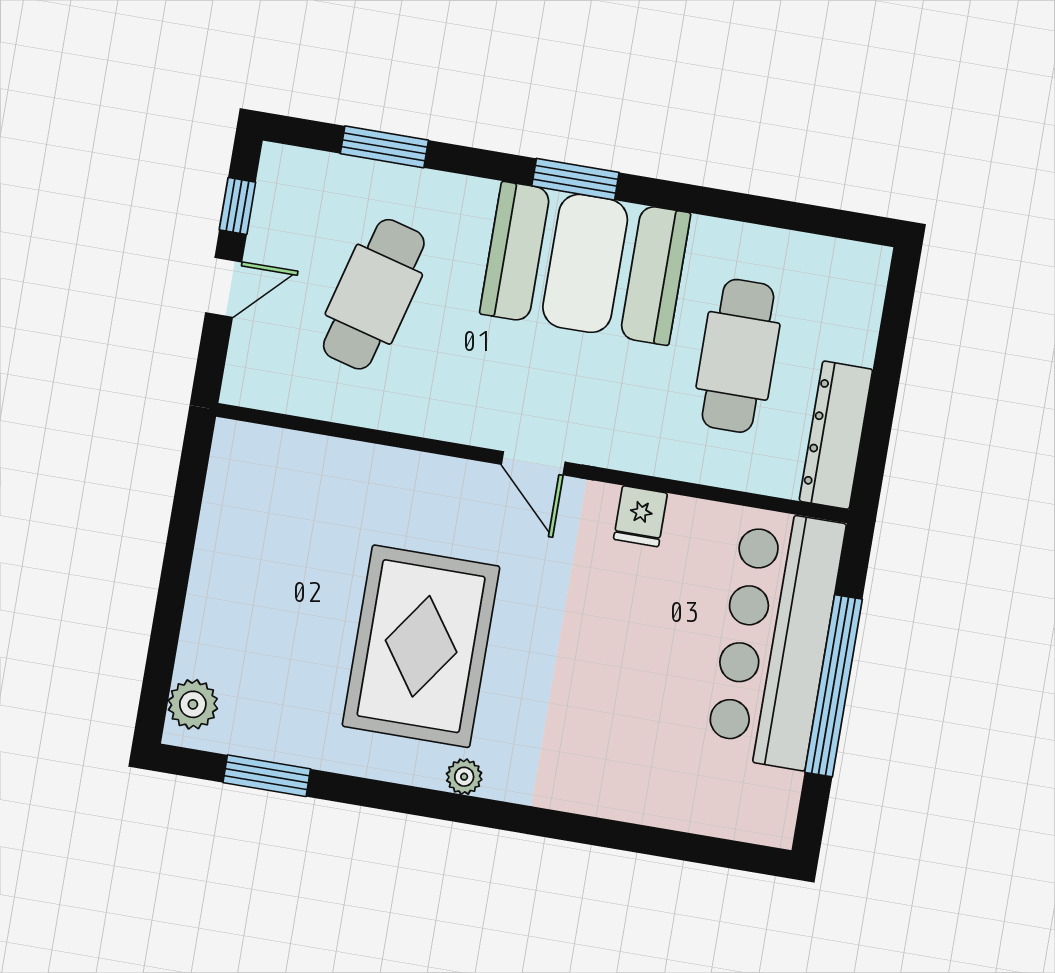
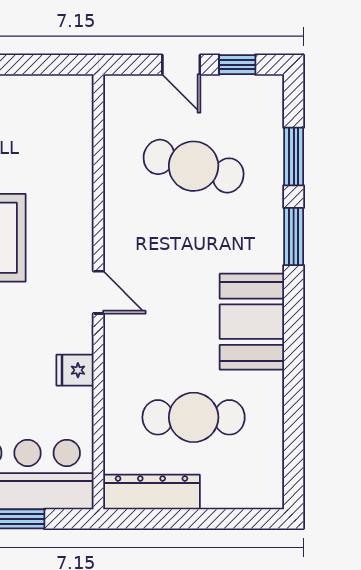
window: (575, 179) -> (294, 236), moved
booth: (585, 263) -> (252, 322), width x0.73, depth x0.70
door: (533, 463) -> (98, 292), swing flipped

